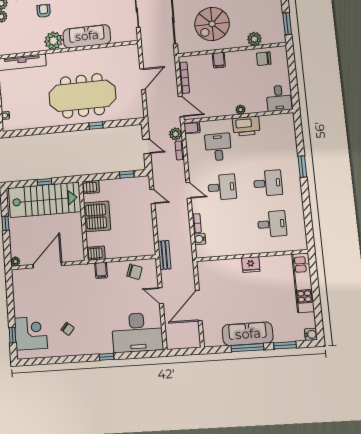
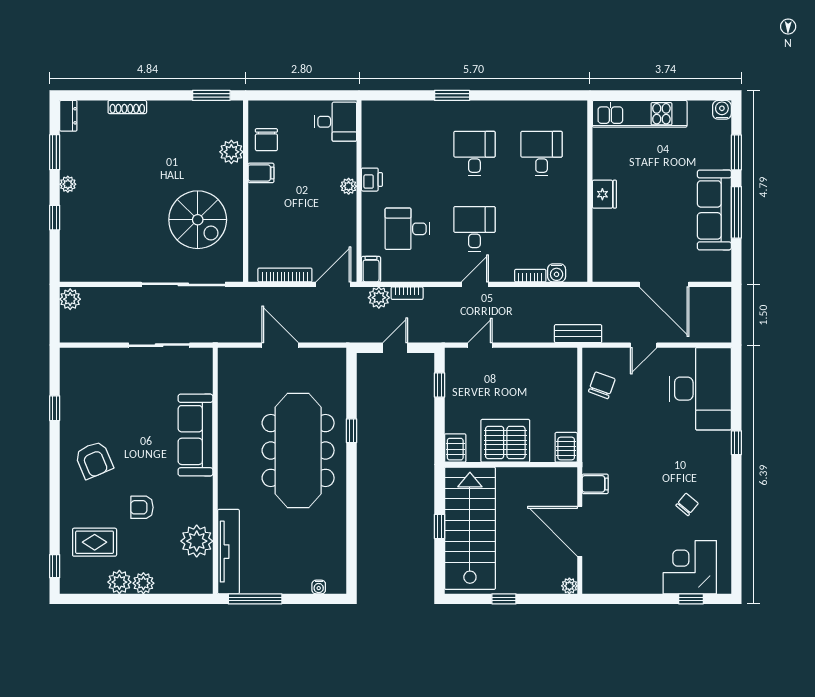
plant: (53, 41) -> (197, 541), moved
filing cabinet: (219, 60) -> (261, 173), moved
printer: (246, 126) -> (372, 180), width x0.53, depth x0.68
filing cabinet: (101, 270) -> (595, 484), moved

